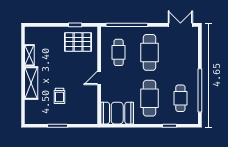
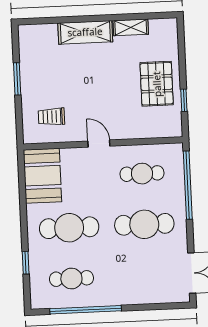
pallet: (78, 42) -> (157, 84), moved
trolley: (59, 96) -> (51, 117), moved

